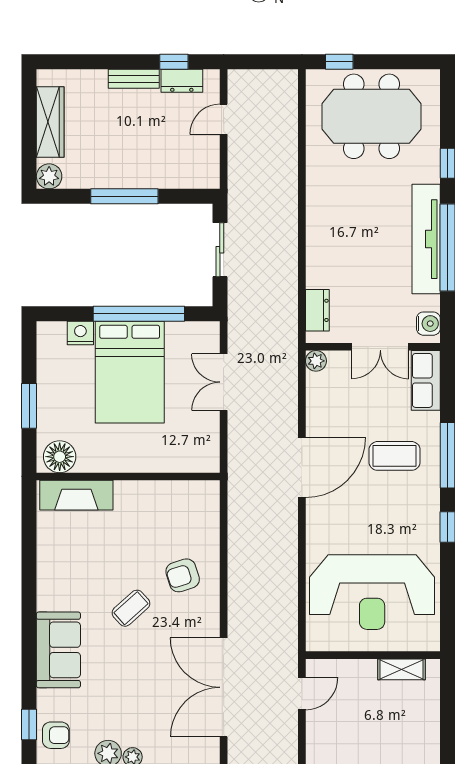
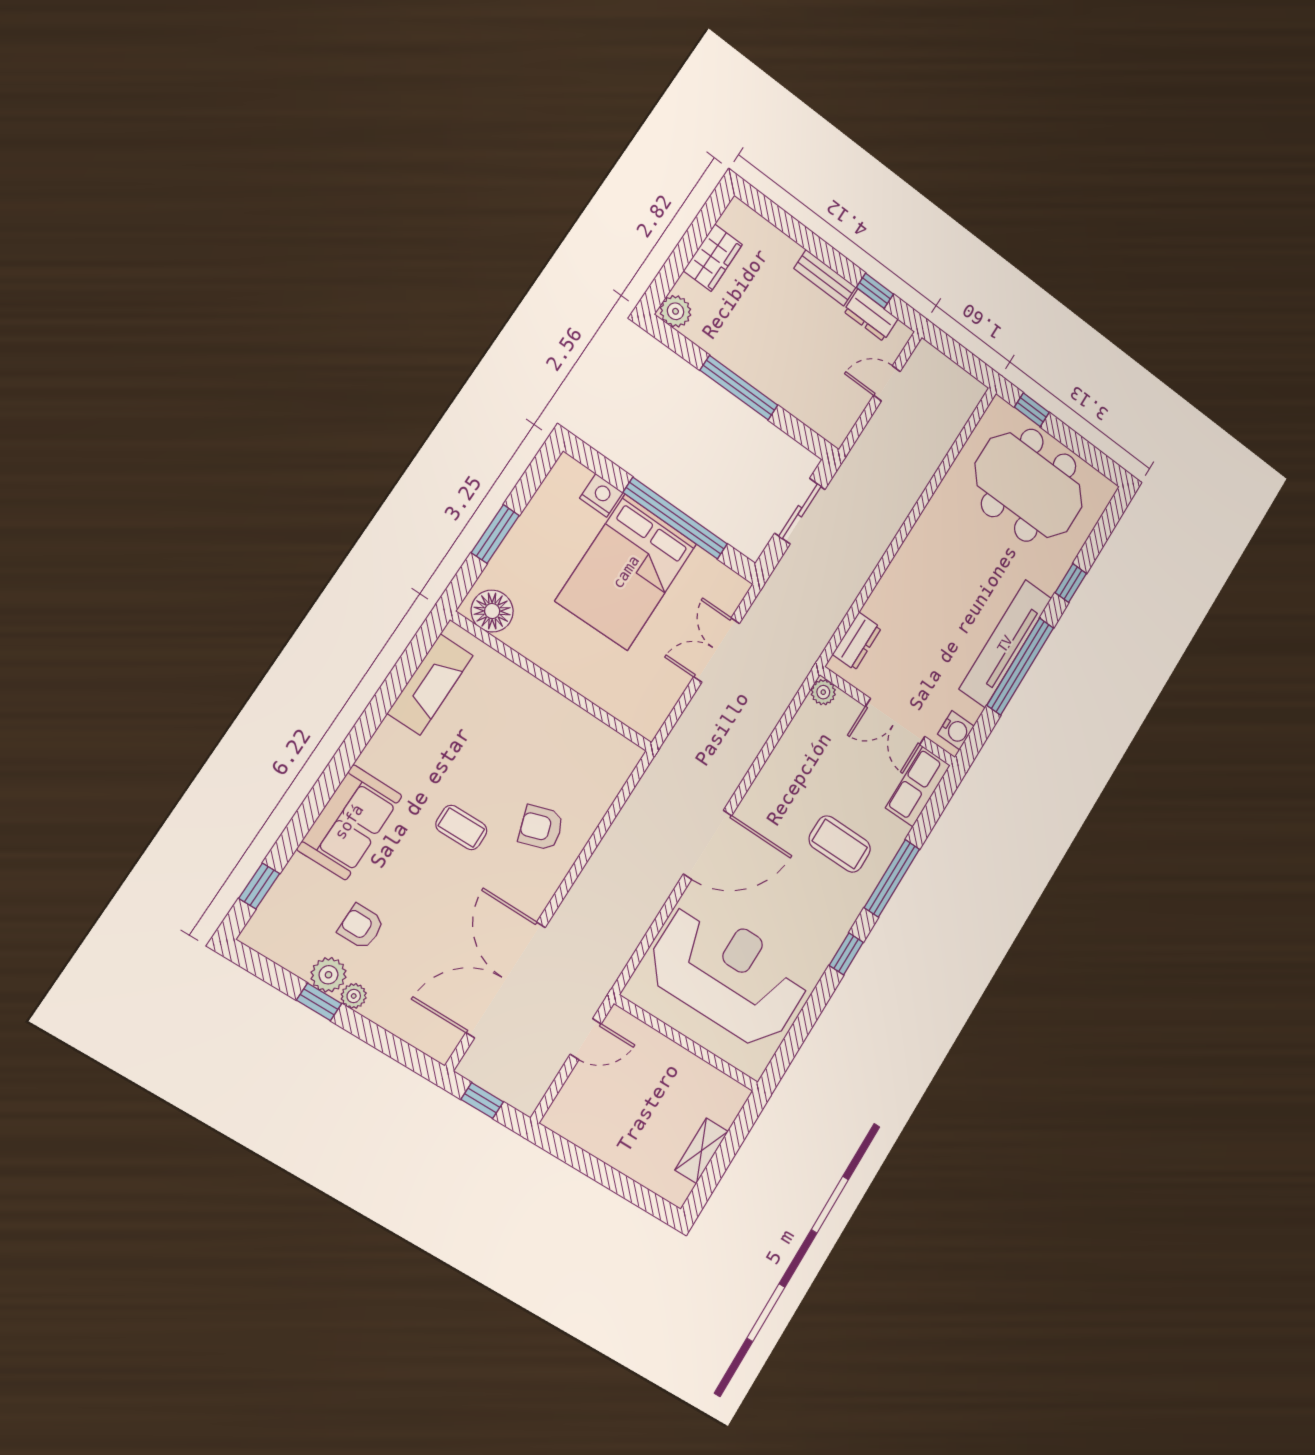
wardrobe: (50, 122) -> (713, 258), width x0.67
door: (302, 467) -> (708, 845), moved
fireplace: (76, 495) -> (430, 684), moved, turned -90
reception desk: (372, 592) -> (728, 974), turned 180
coffee table: (131, 608) -> (461, 827), turned 41
shelving: (401, 669) -> (702, 1151), moved, turned 90
armchair: (56, 735) -> (361, 927), moved, turned 180

